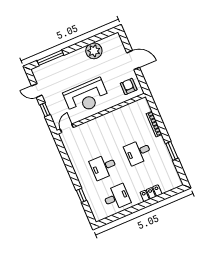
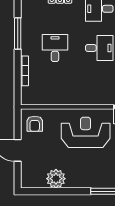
window: (172, 151) -> (18, 34), width x1.44
desk: (138, 152) -> (55, 48), turned -90

